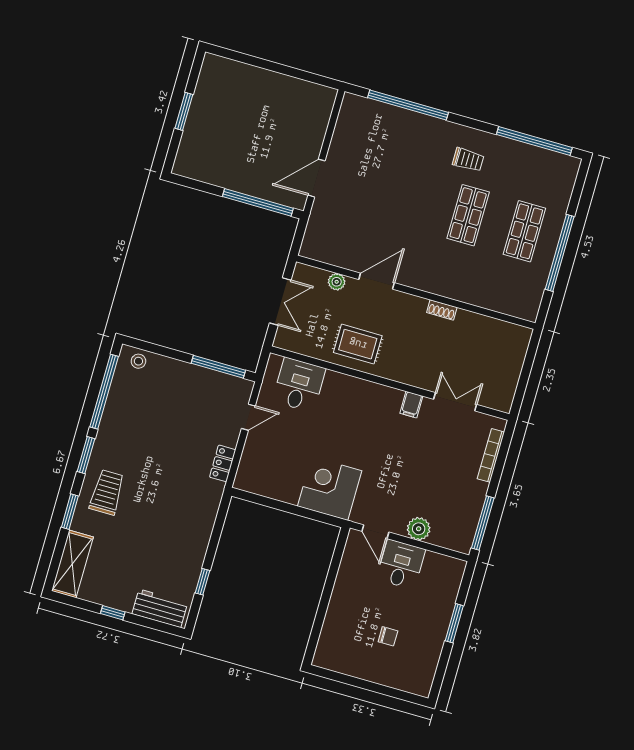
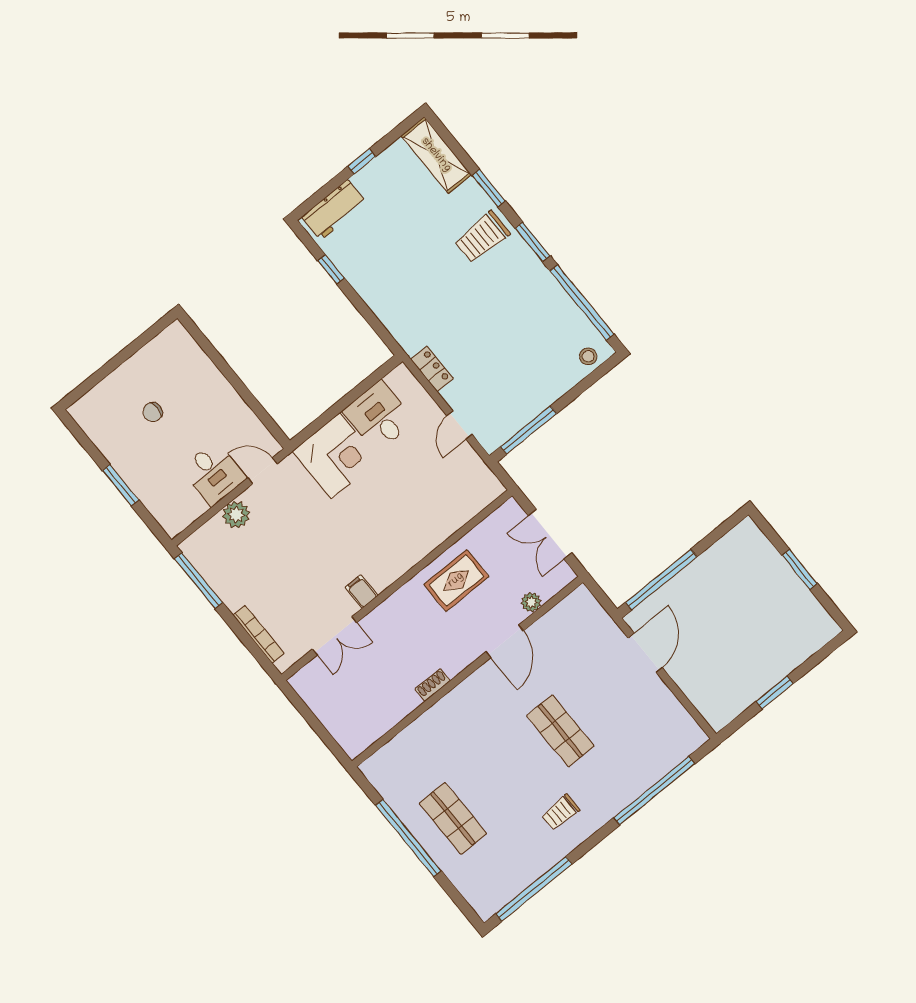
window: (281, 69) -> (775, 692), added
shop shelf: (468, 215) -> (560, 731), moved
desk: (299, 385) -> (379, 416), moved, turned 180
trolley: (107, 492) -> (482, 237), turned 90

